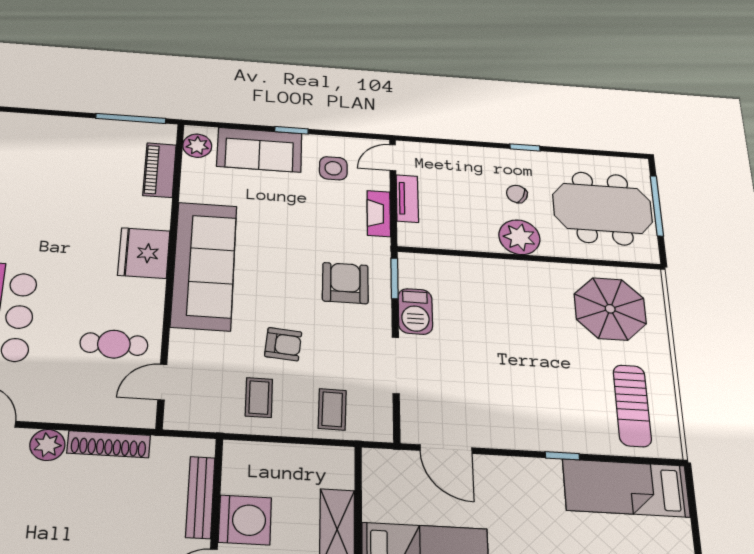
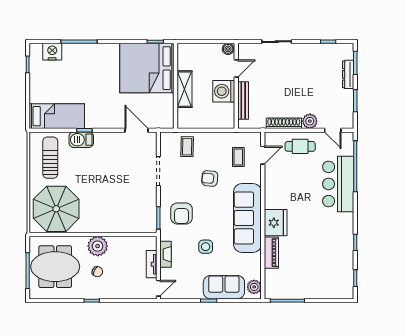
side table: (333, 168) -> (206, 247), moved
piano: (160, 170) -> (271, 253), moved
parasol: (610, 309) -> (56, 209), width x1.36, depth x1.36
barbecue: (415, 311) -> (81, 140), moved, turned -90
cafe table: (114, 344) -> (300, 146), moved
coffee table: (259, 398) -> (238, 157), moved

